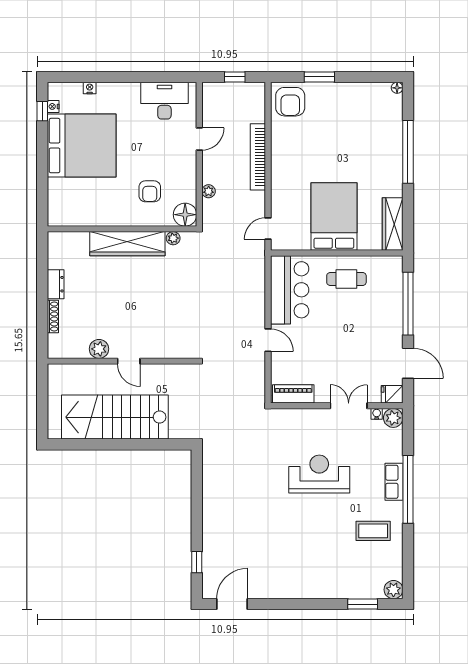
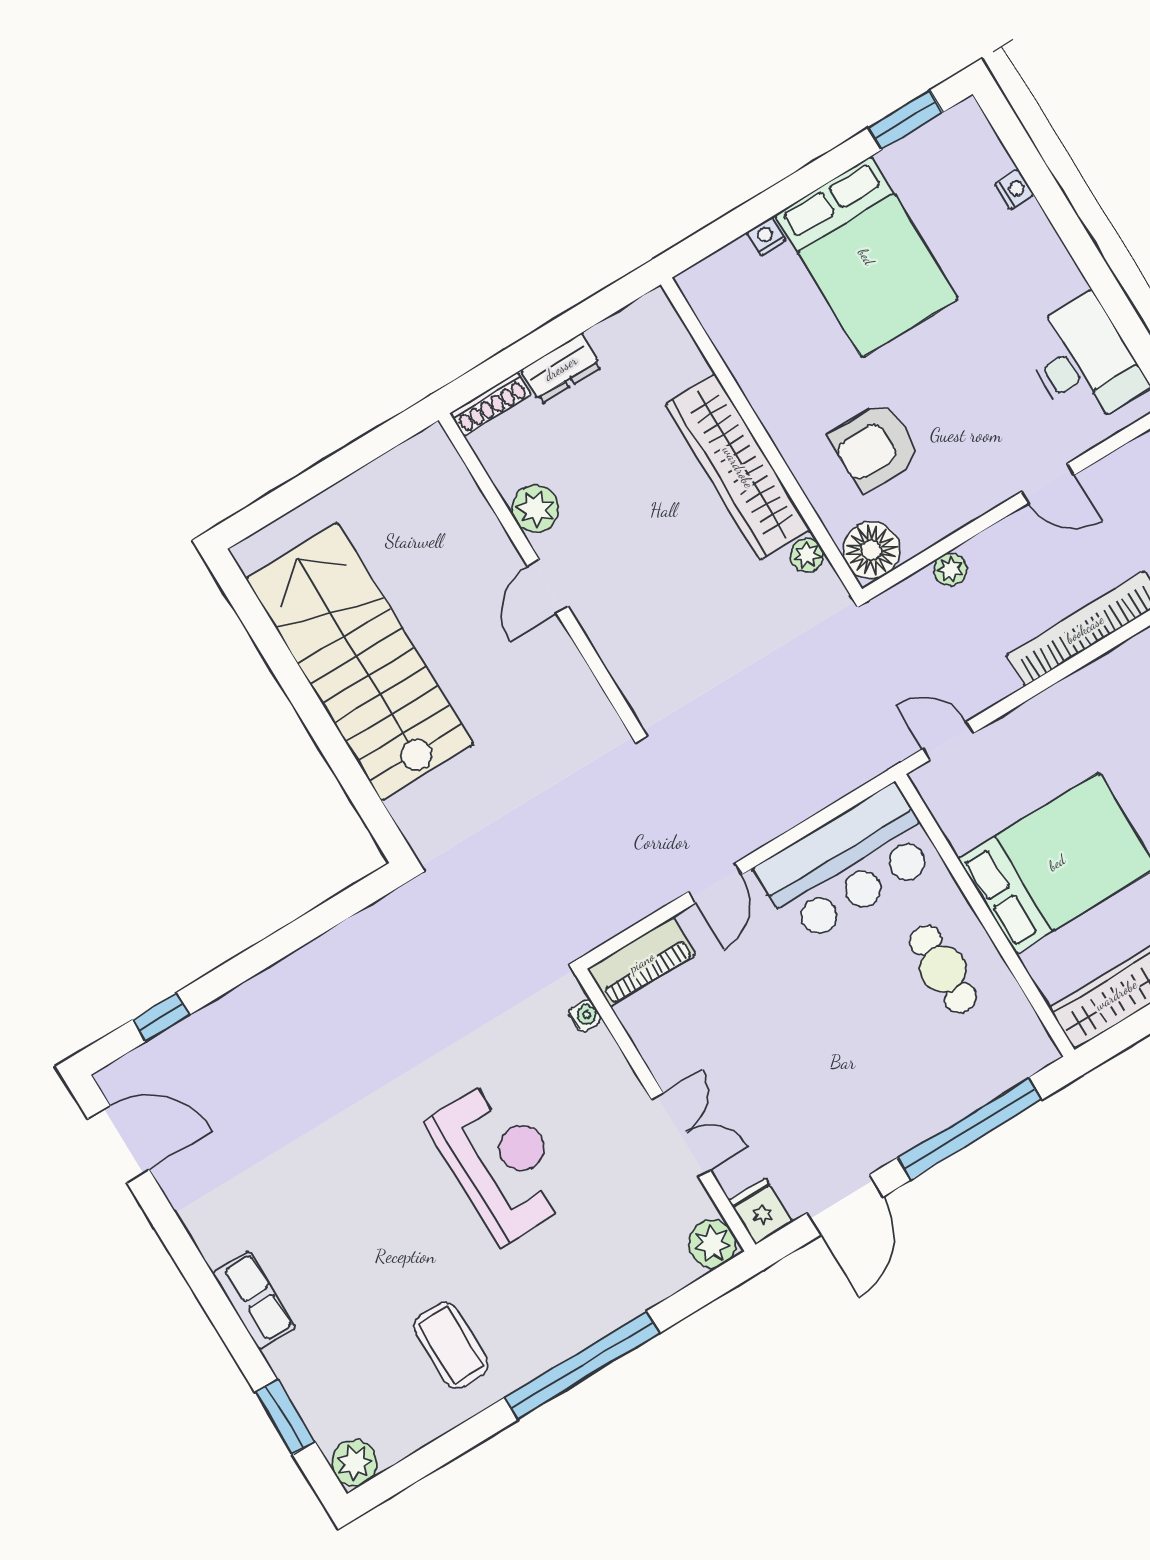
nightstand: (53, 106) -> (766, 236), moved
window: (42, 111) -> (906, 120), width x1.50
bed: (82, 146) -> (866, 257), width x0.73
armchair: (150, 191) -> (875, 447), width x1.38, depth x1.38
plant: (99, 349) -> (535, 509), moved
wall: (122, 361) -> (539, 572), moved
door: (129, 361) -> (548, 586), moved
piano: (293, 394) -> (642, 962), moved, turned 90
water cooler: (377, 414) -> (585, 1016), moved
row of seats: (394, 482) -> (254, 1300), moved, turned 90

